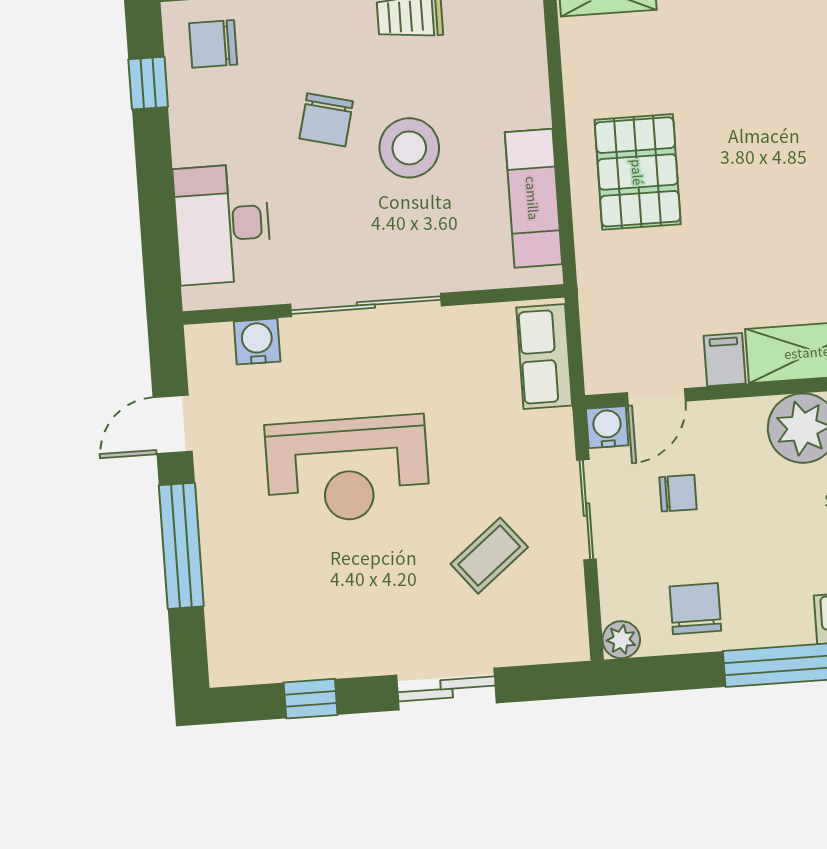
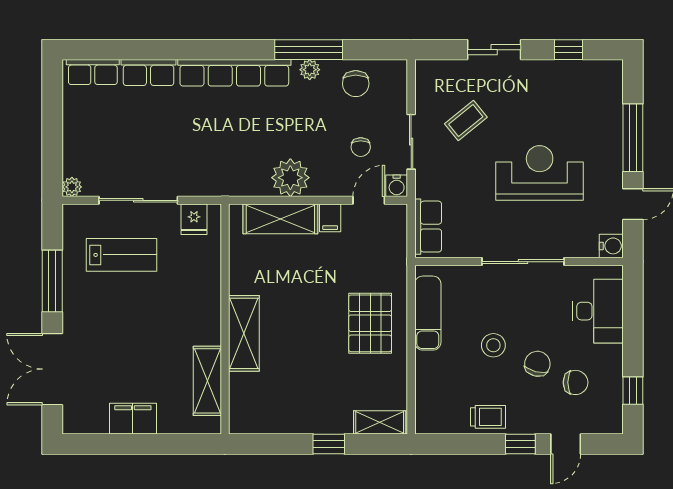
chair: (213, 44) -> (576, 382), moved
stool: (409, 148) -> (493, 345), width x0.73, depth x0.73
water cooler: (257, 341) -> (611, 246), moved, turned -90
chair: (678, 493) -> (361, 147), turned -90
plant: (621, 640) -> (310, 70), moved

